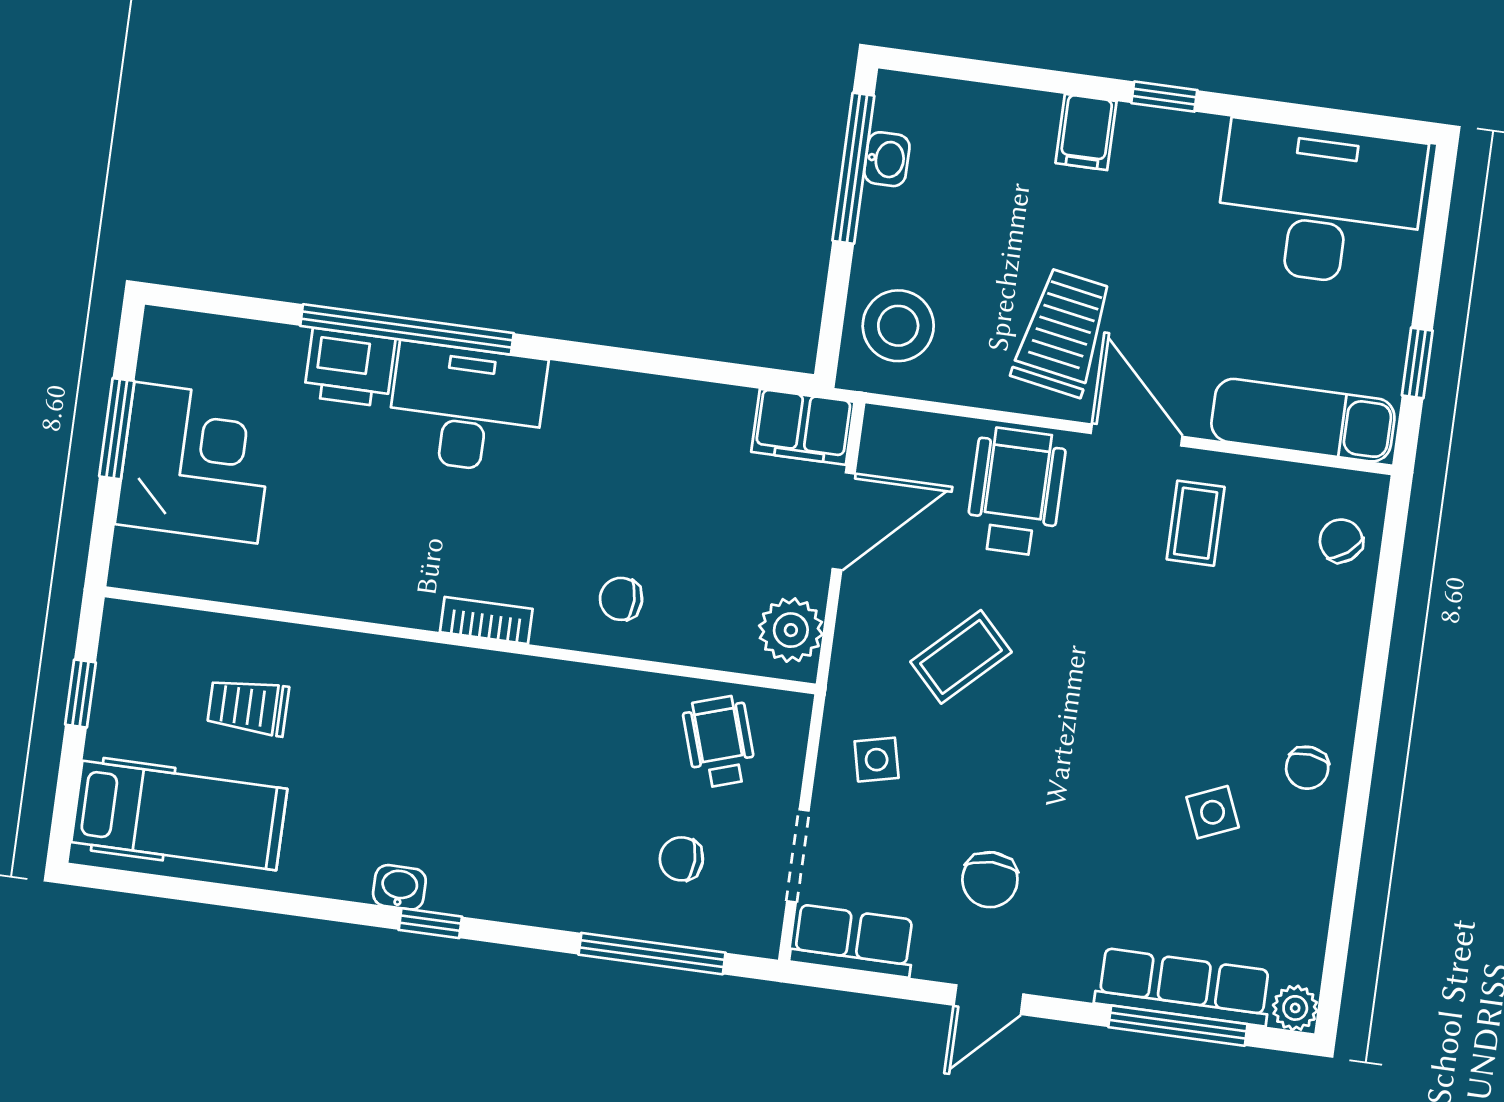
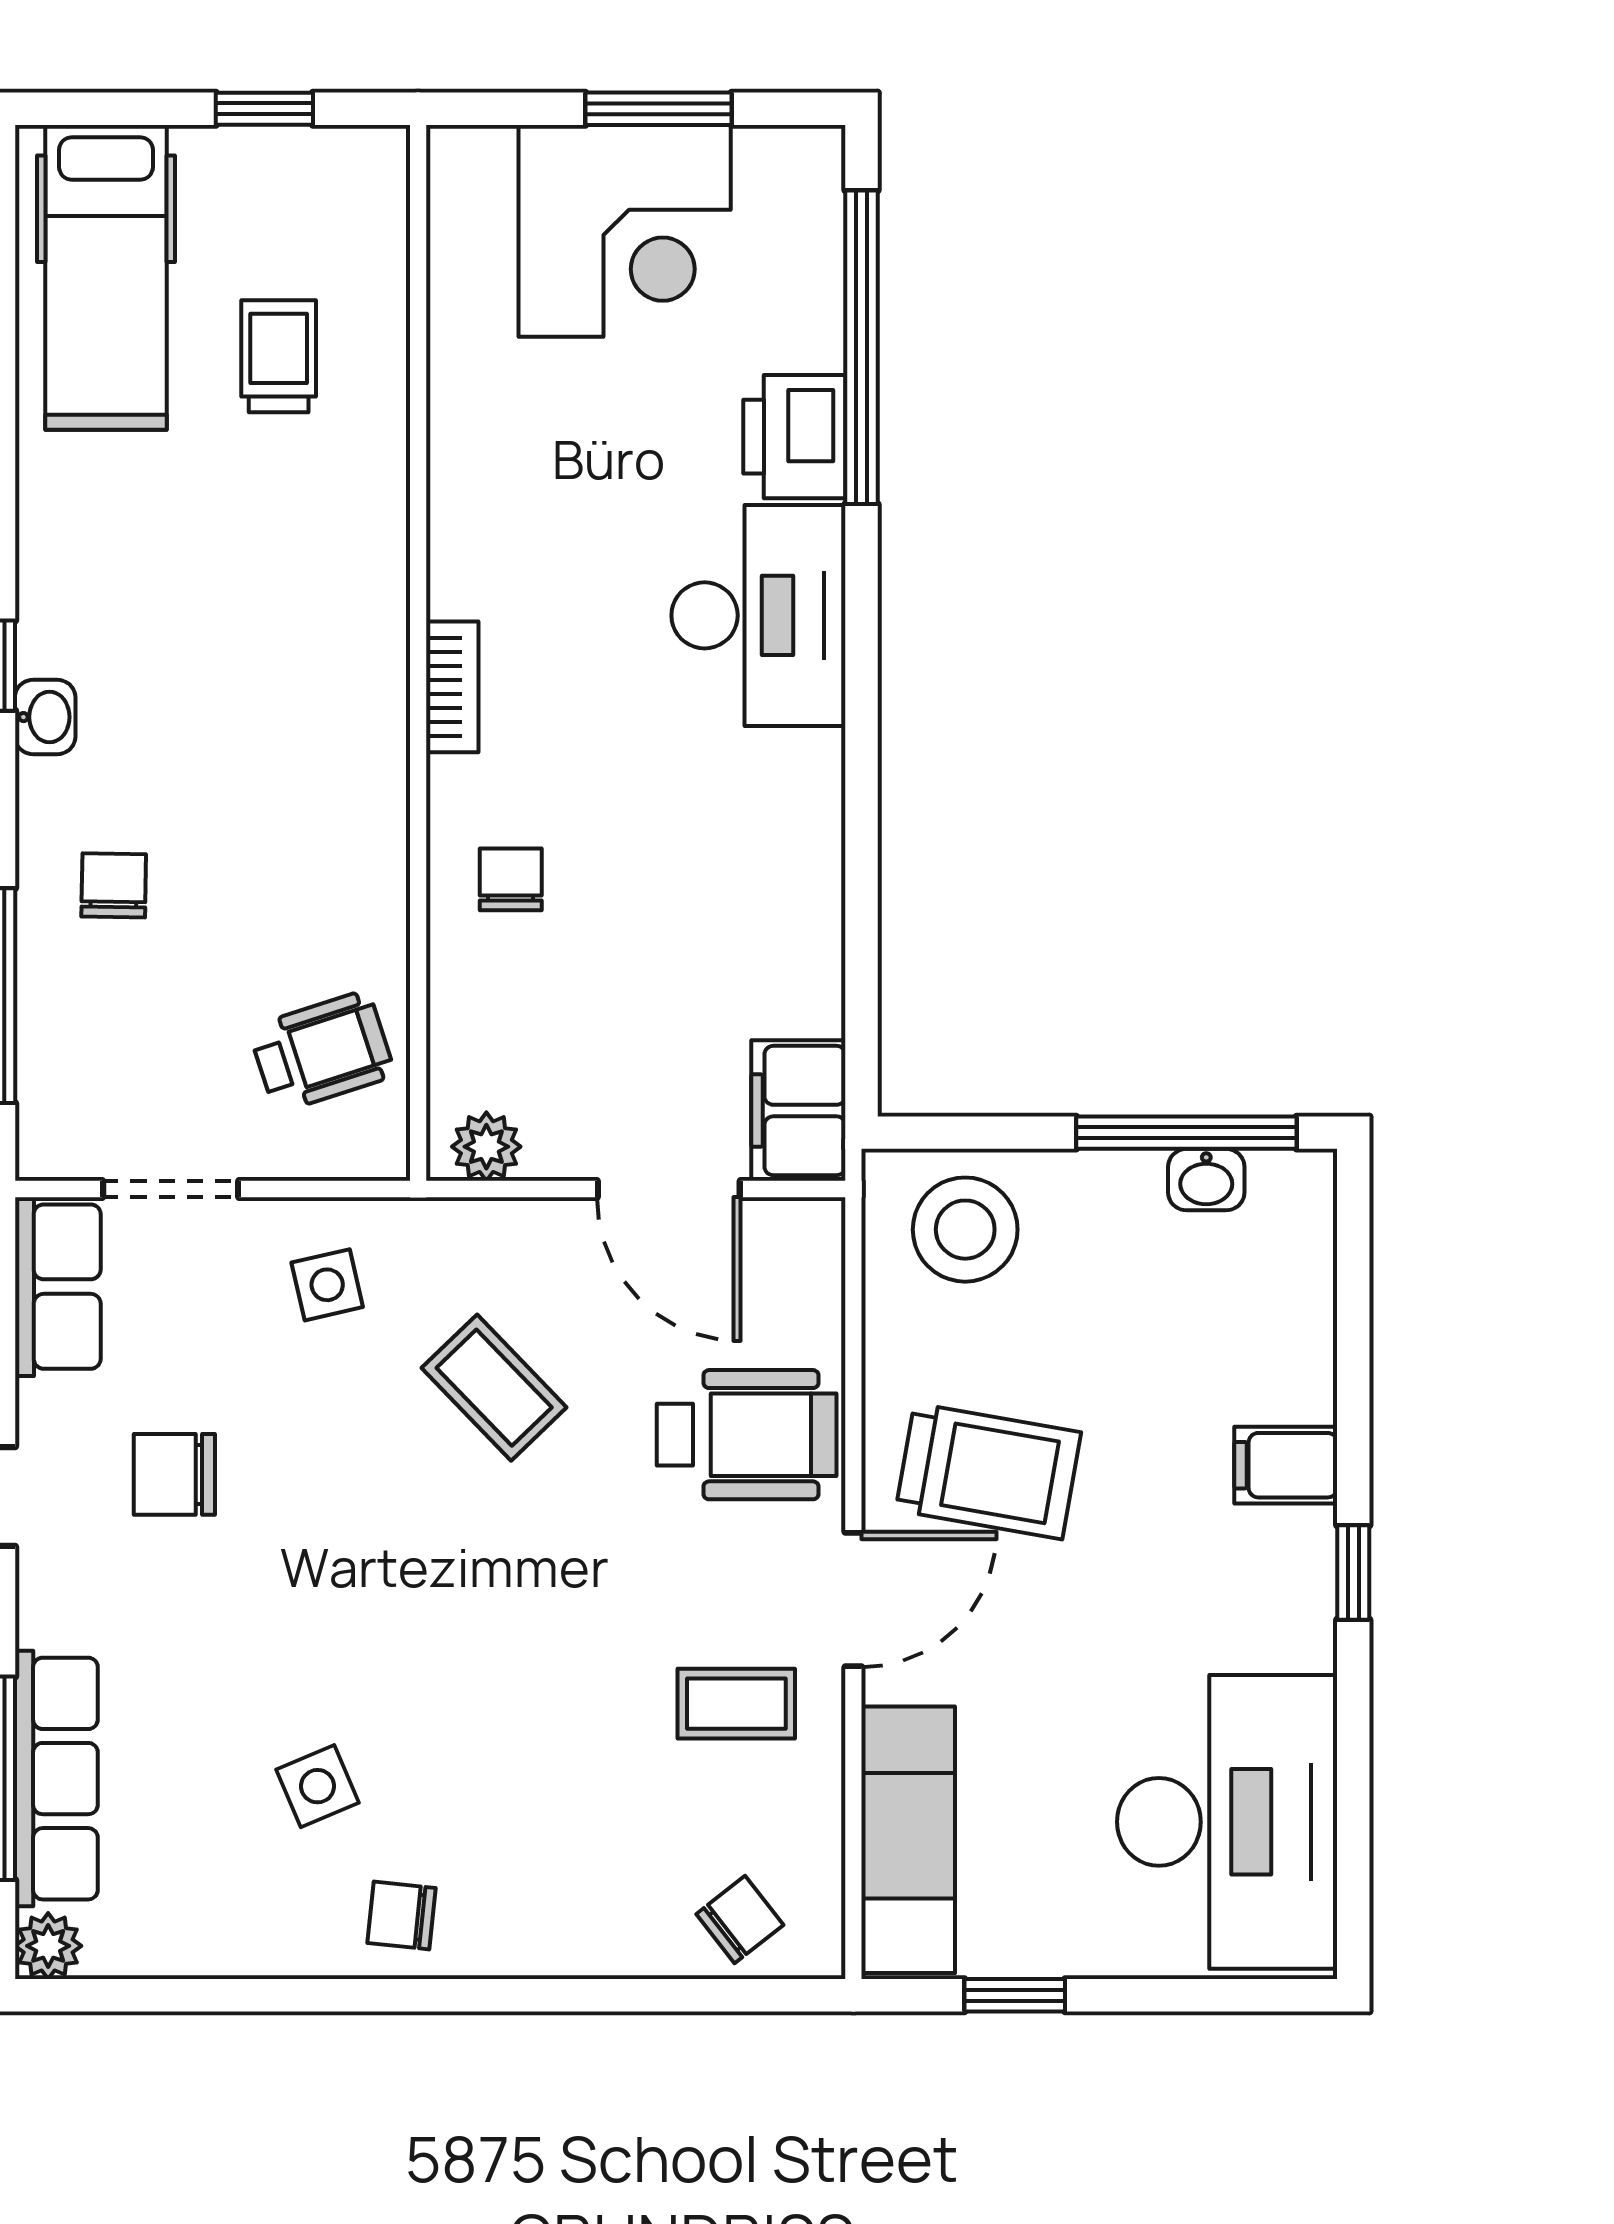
window: (407, 329) -> (861, 347), moved
plant: (791, 630) -> (486, 1147), width x0.73, depth x0.73
chair: (681, 859) -> (114, 885), moved
washbasin: (399, 887) -> (45, 717), moved

